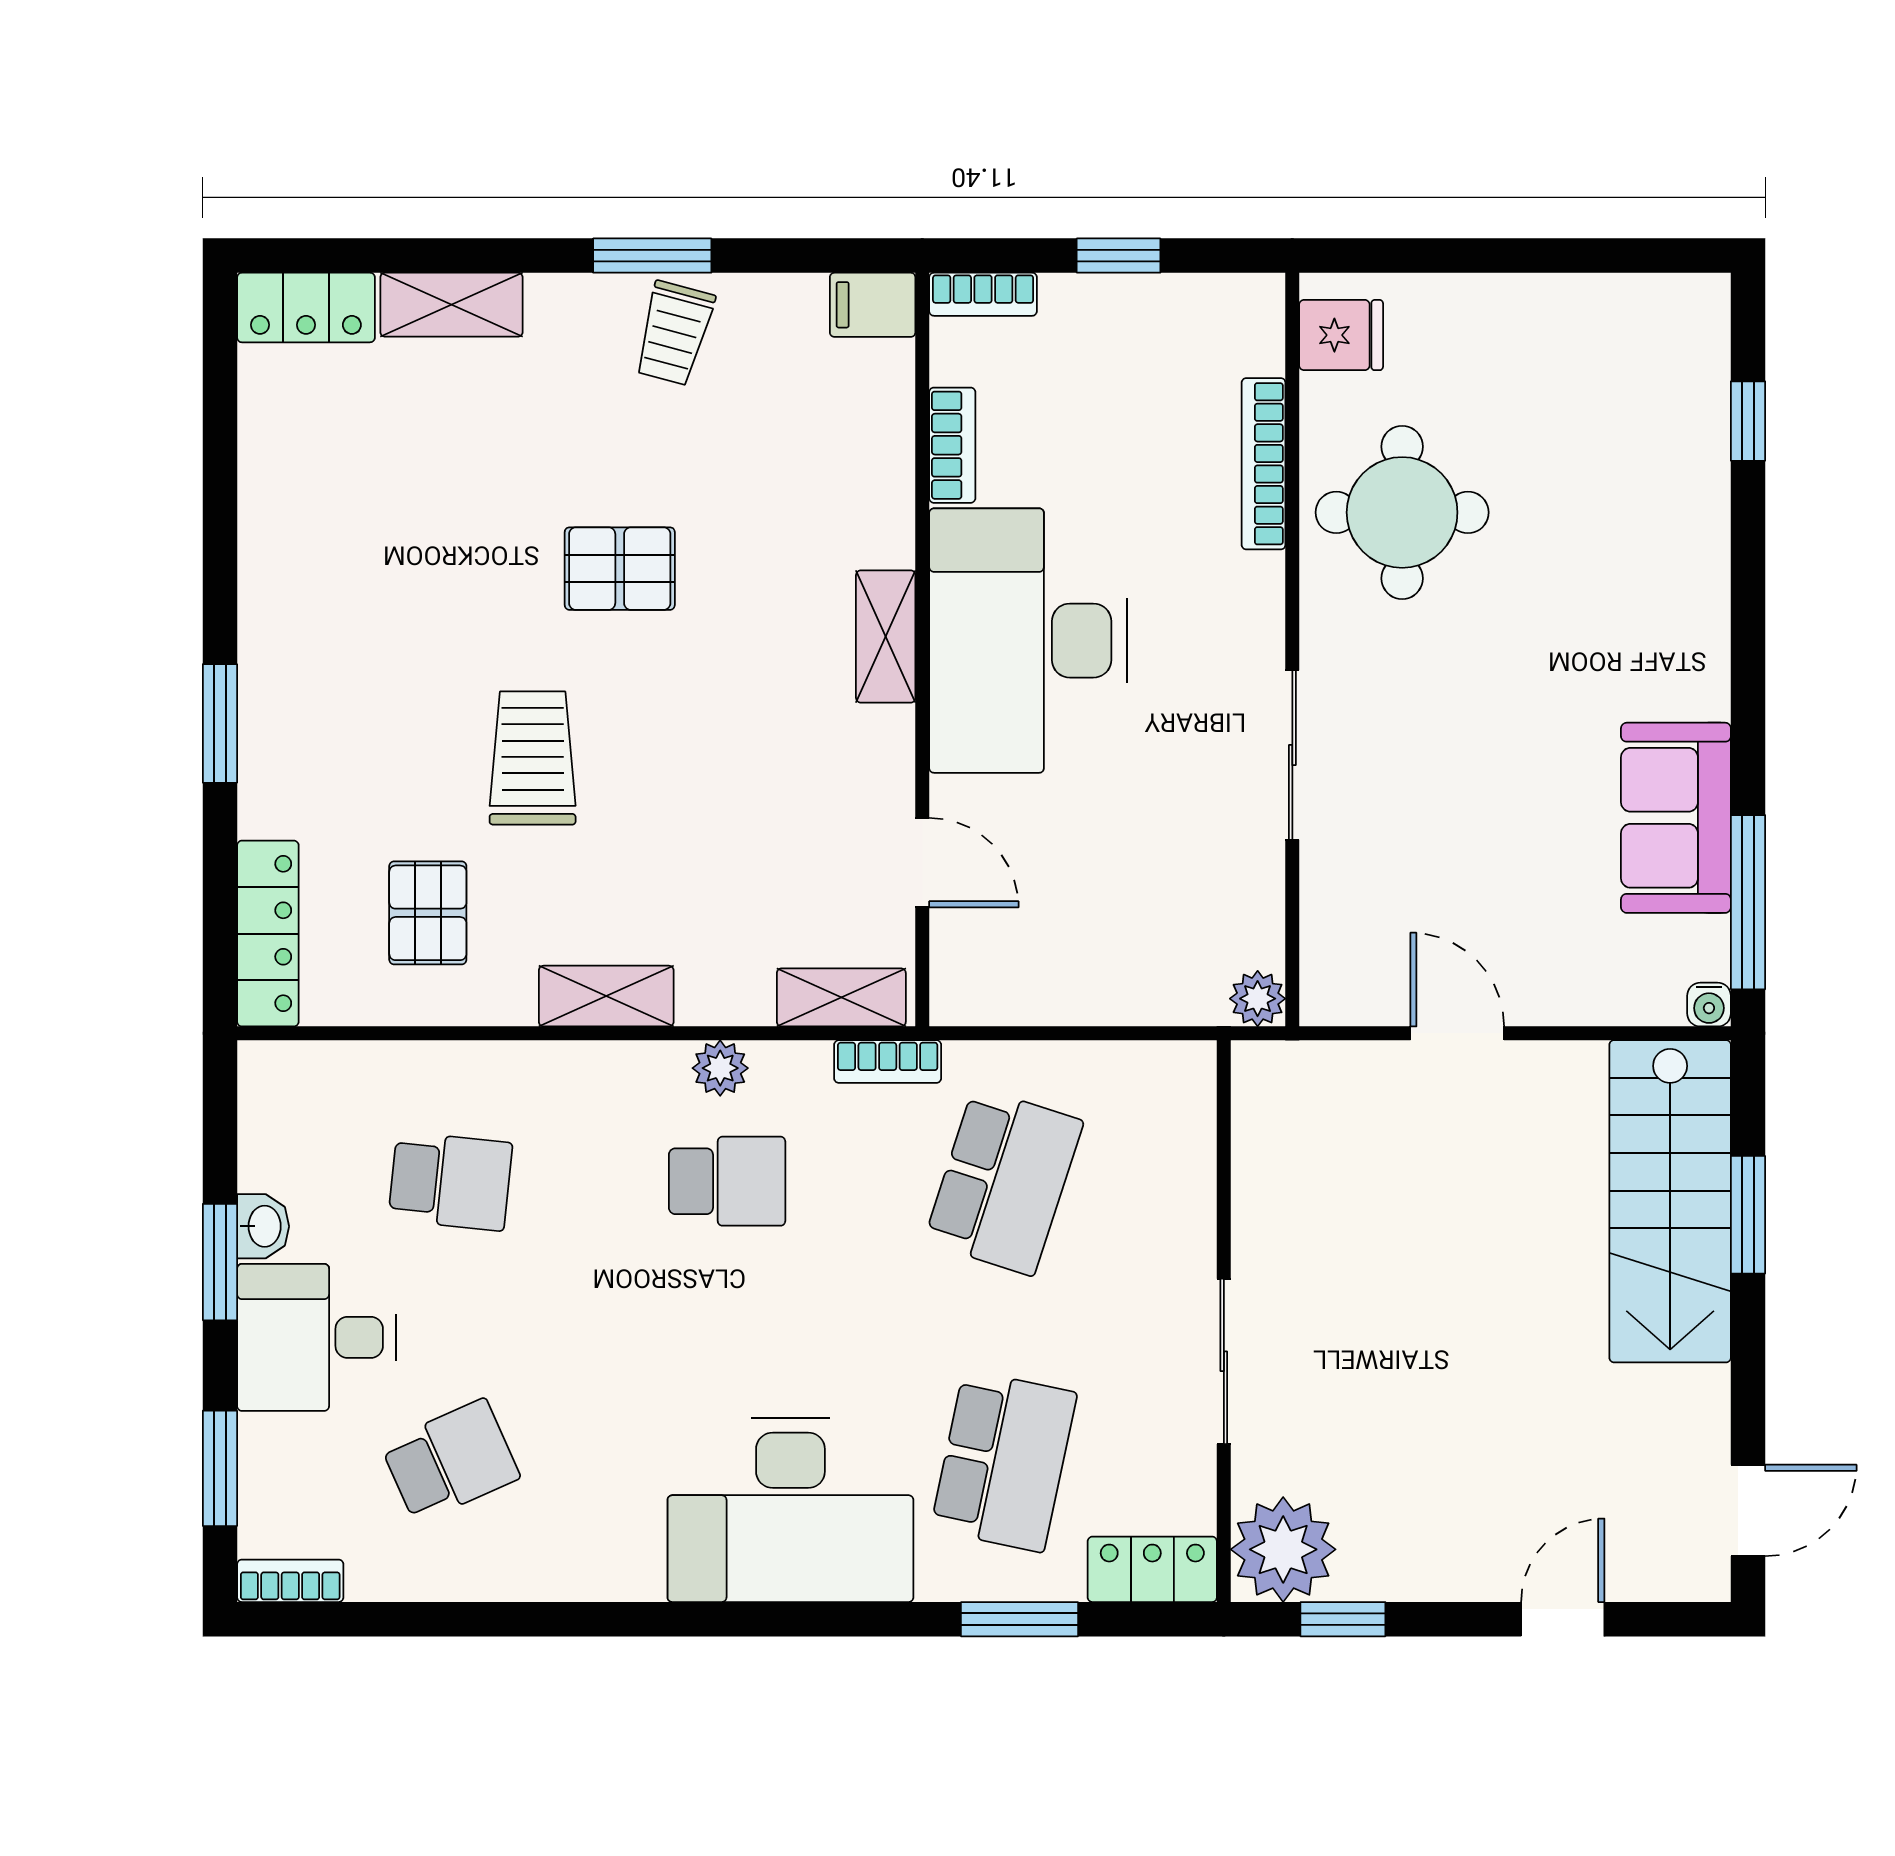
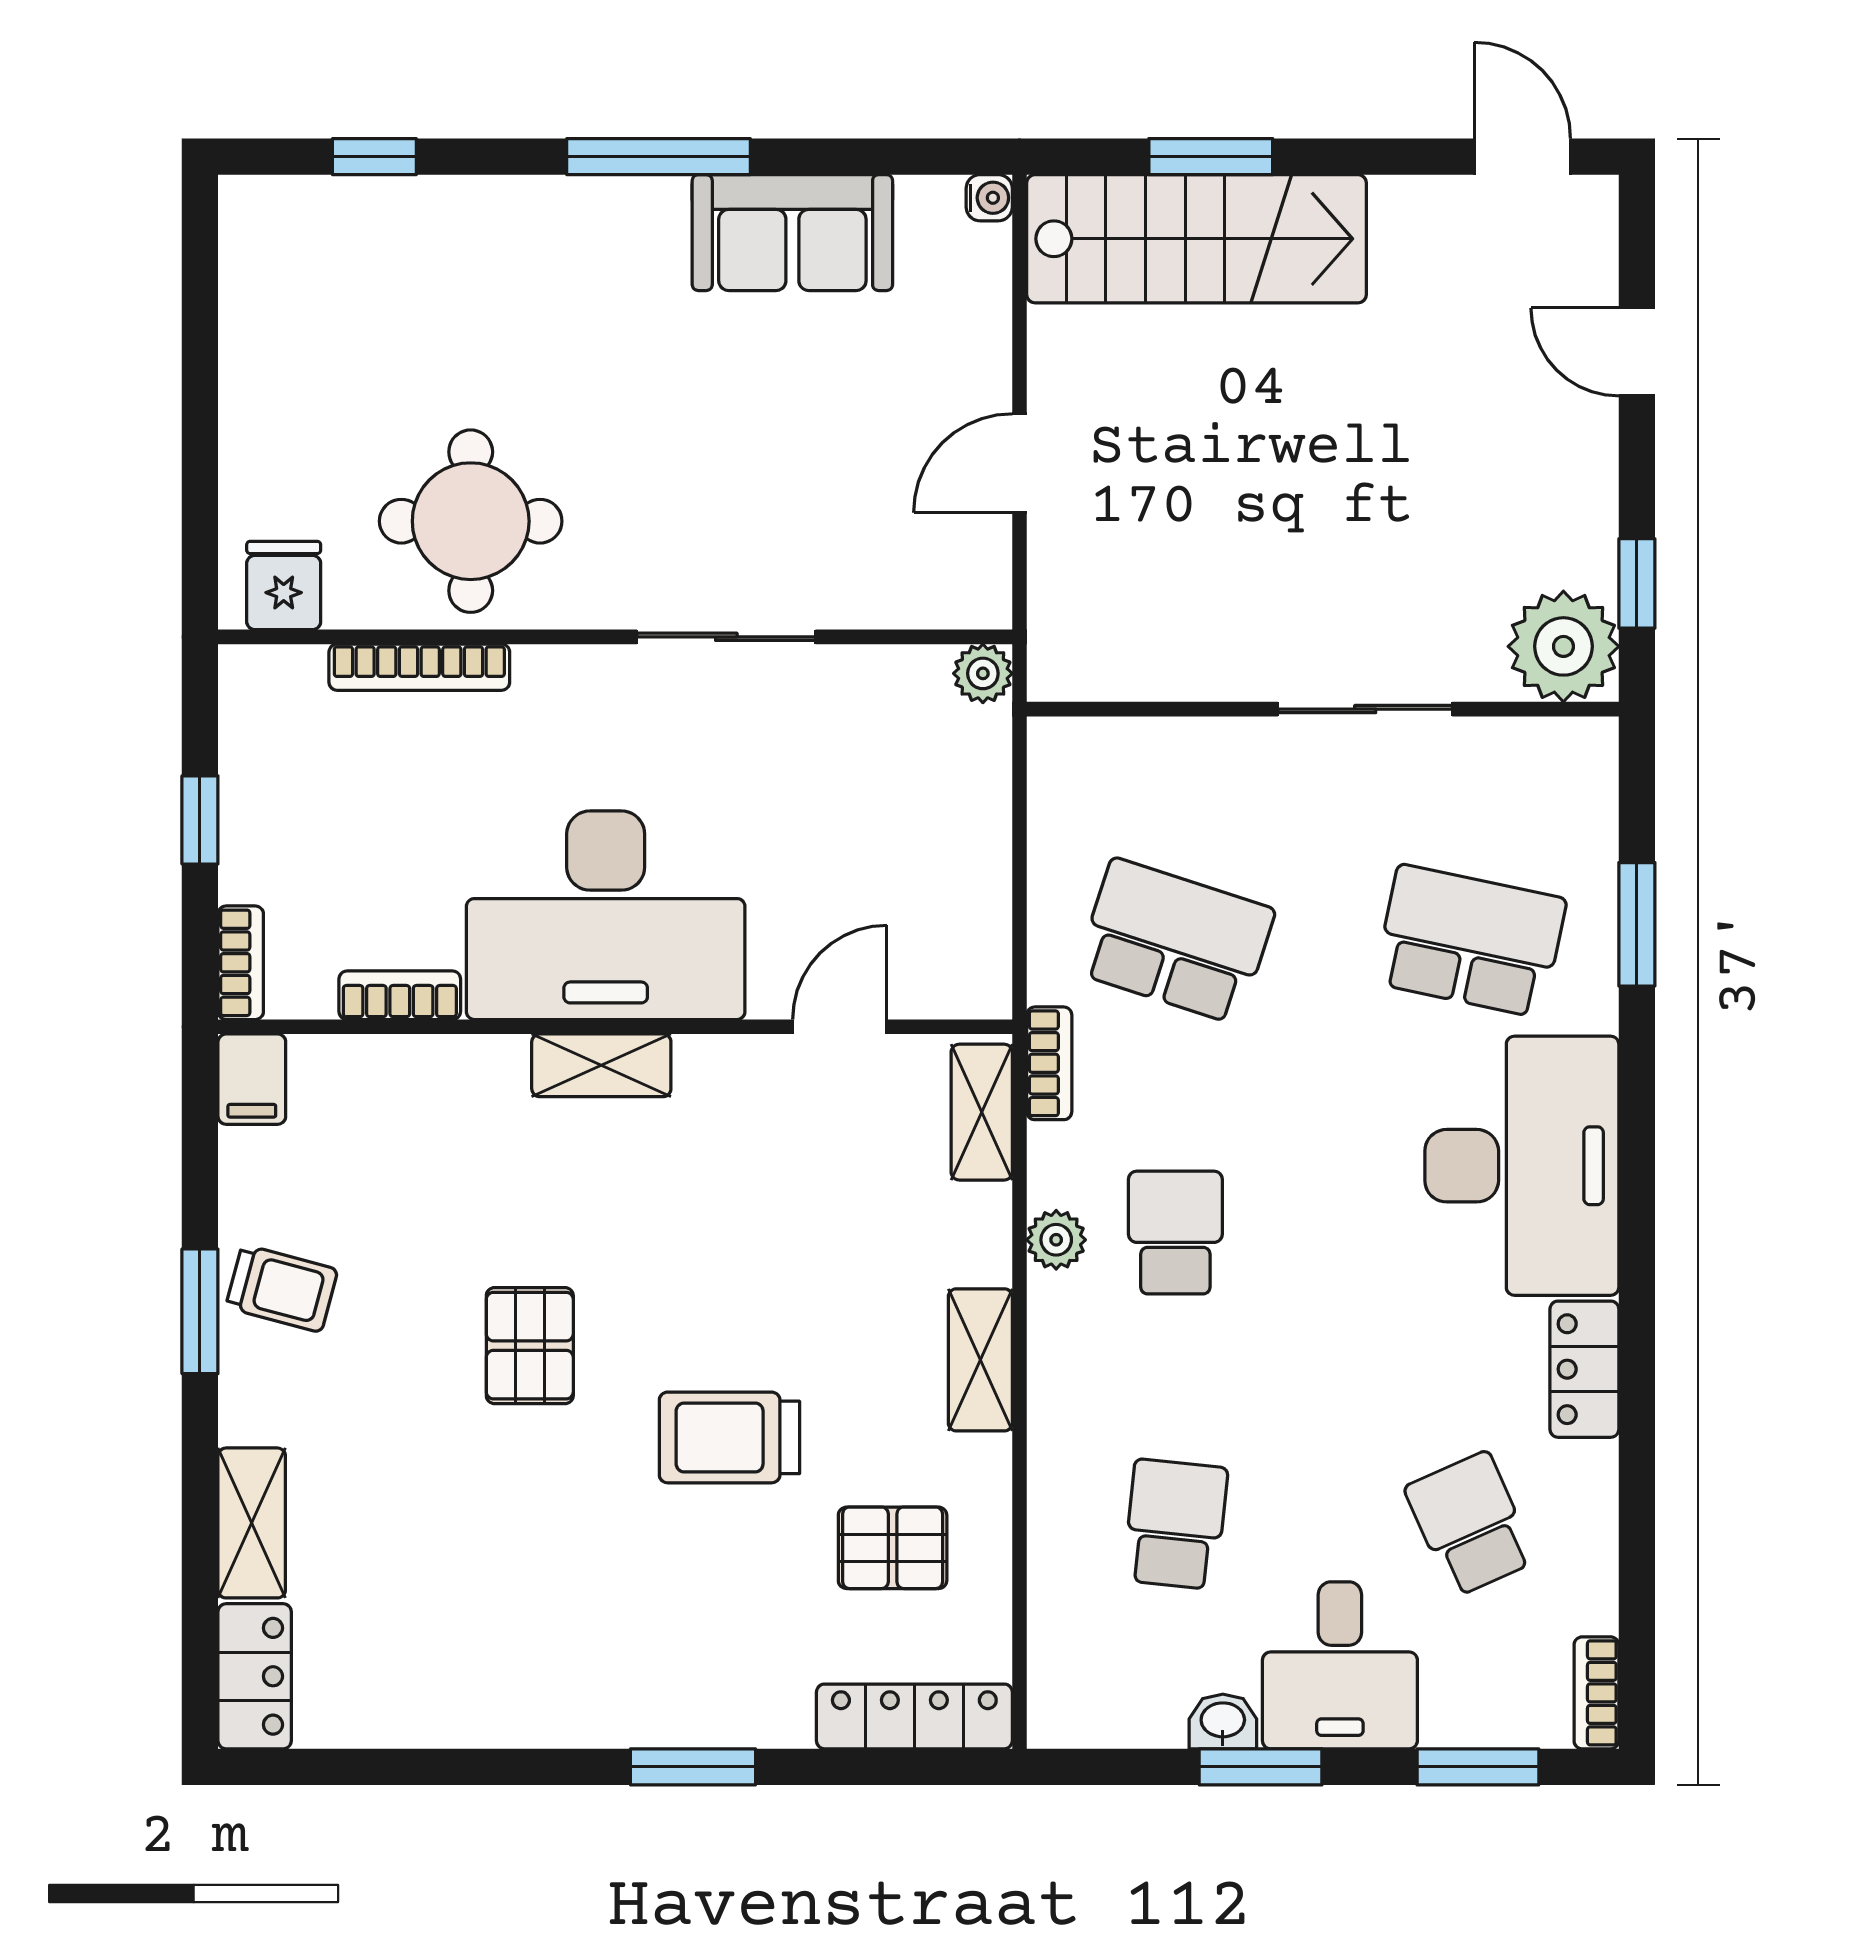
window: (1748, 902) -> (658, 157), moved
locker: (1152, 1569) -> (1584, 1369), moved

